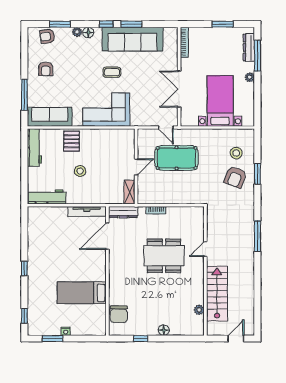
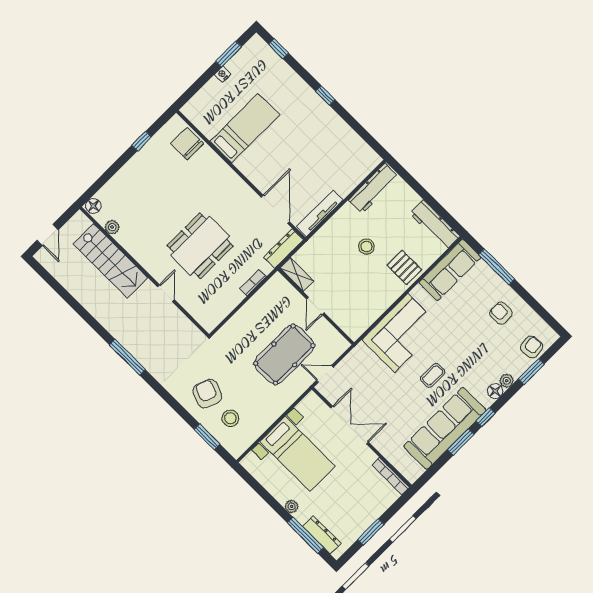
window: (257, 174) -> (207, 437), moved
floor lamp: (164, 330) -> (93, 206), moved

